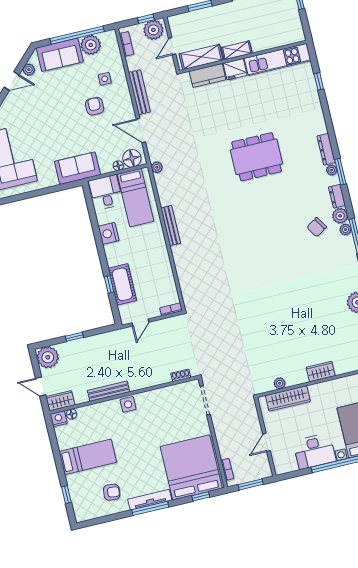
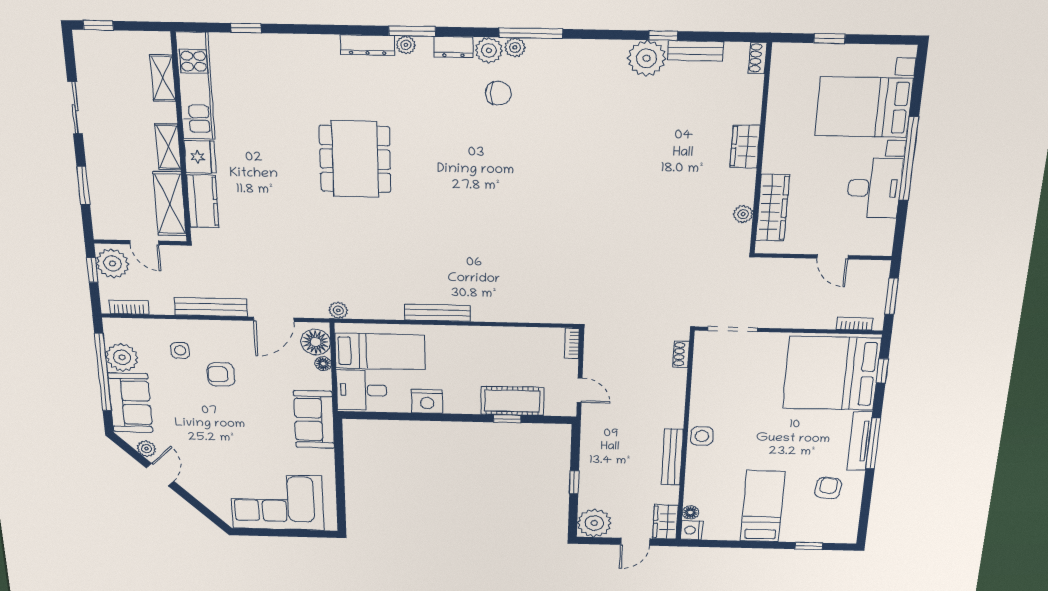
shelving: (278, 41) -> (163, 78), added
chair: (317, 227) -> (498, 93), turned -58

